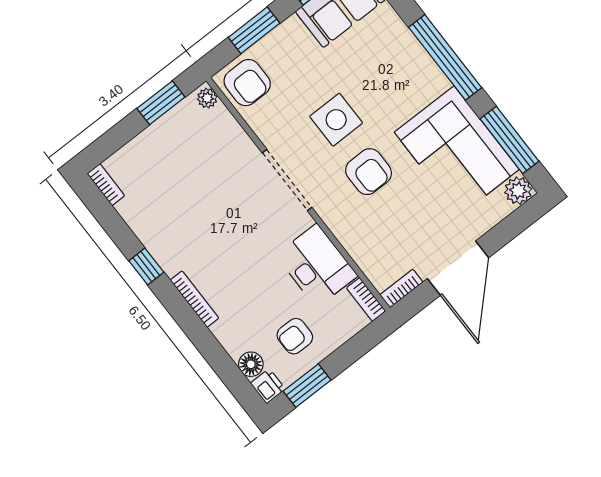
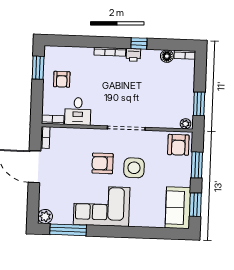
window: (445, 57) -> (122, 232), removed
armchair: (247, 83) -> (178, 145), turned -90
corner sofa: (457, 151) -> (102, 206), moved
desk: (317, 265) -> (78, 111), width x0.73
armchair: (295, 336) -> (62, 79), turned 180
floor lamp: (251, 364) -> (167, 56), moved
printer: (268, 386) -> (133, 55), moved

